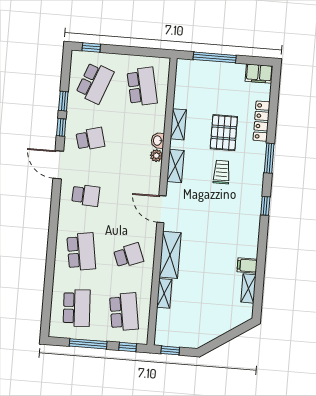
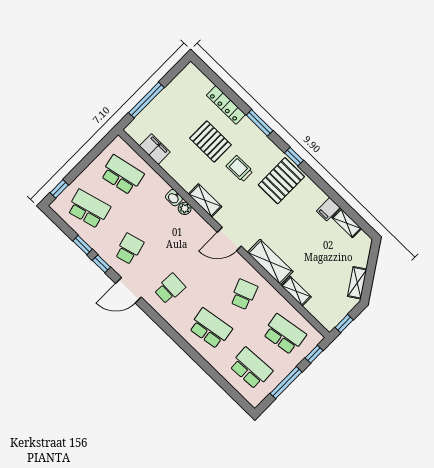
filing cabinet: (259, 74) -> (155, 149), moved, turned -90
school desk: (95, 83) -> (89, 209), turned -36
shelving: (178, 124) -> (357, 283), moved, turned 57
pallet: (239, 212) -> (281, 181), added

